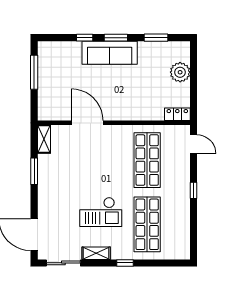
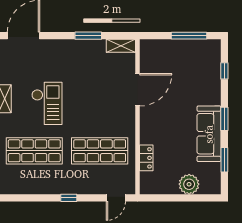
window: (85, 38) -> (224, 71), moved
sofa: (110, 53) -> (209, 134), moved
locker: (177, 114) -> (146, 158), moved
checkout: (101, 212) -> (47, 103), turned 180

